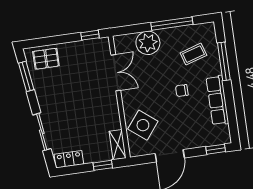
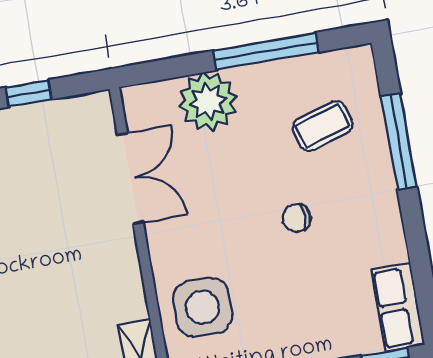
window: (90, 35) -> (29, 93), moved
row of seats: (217, 100) -> (398, 307), moved, width x0.68
side table: (143, 125) -> (202, 307), turned -38

